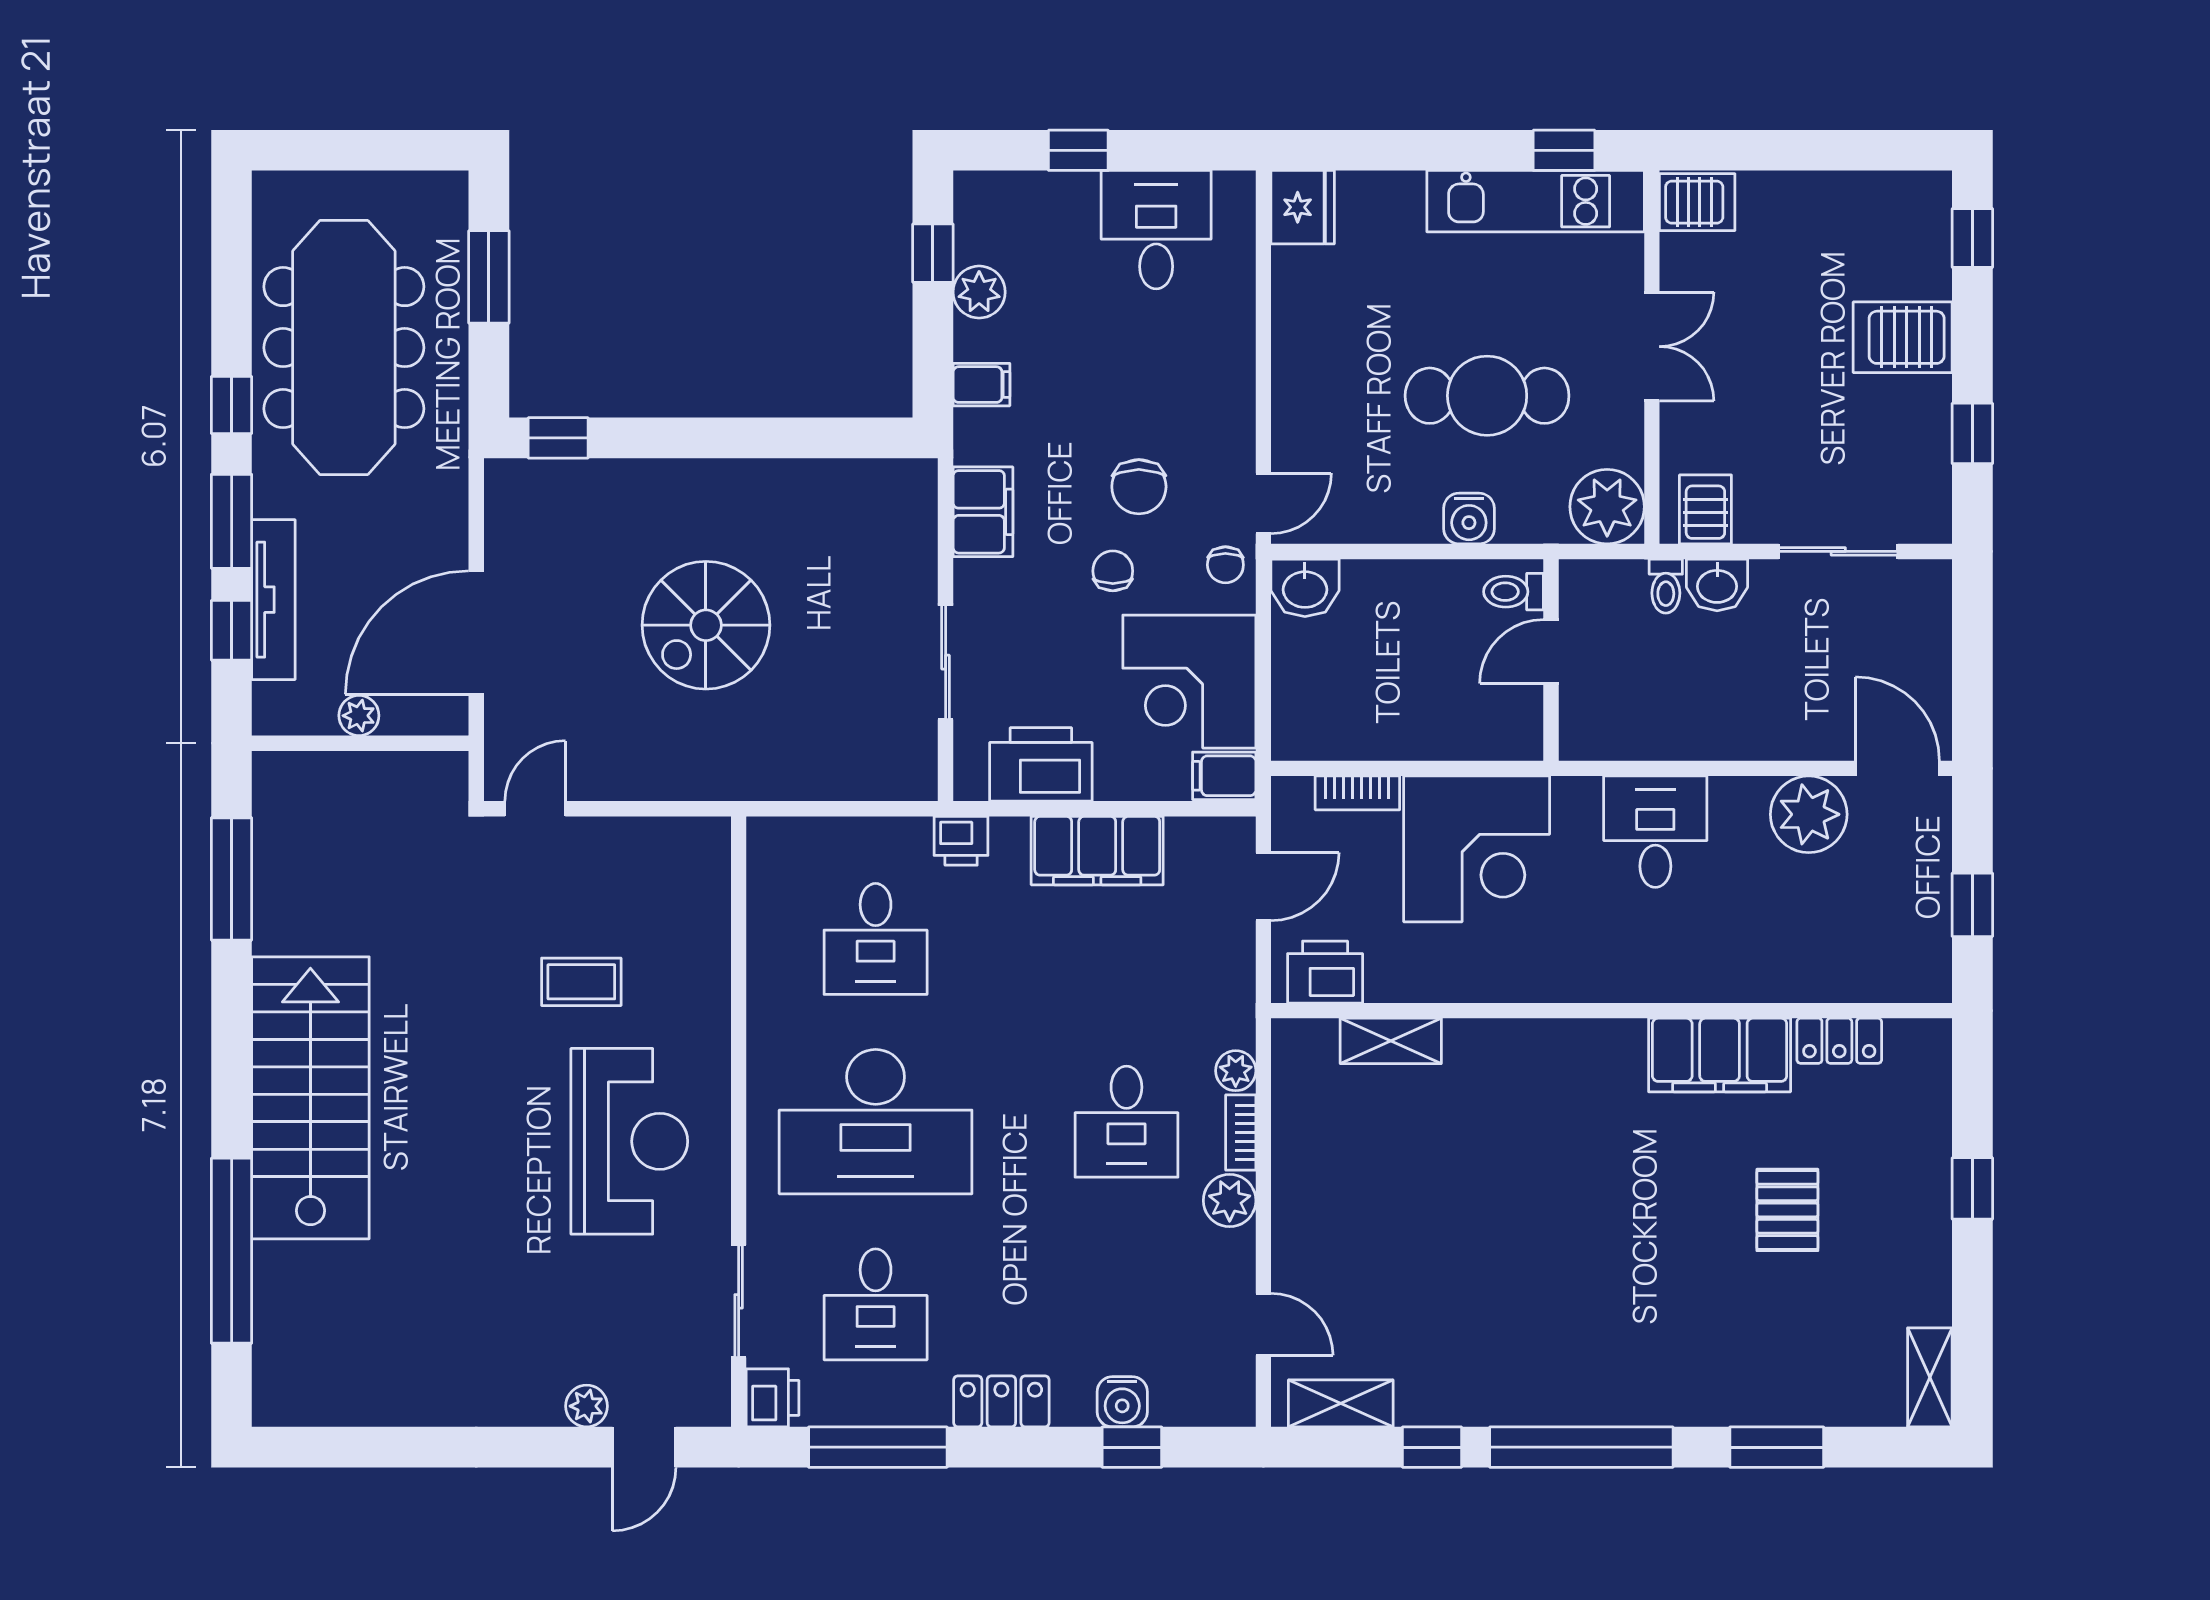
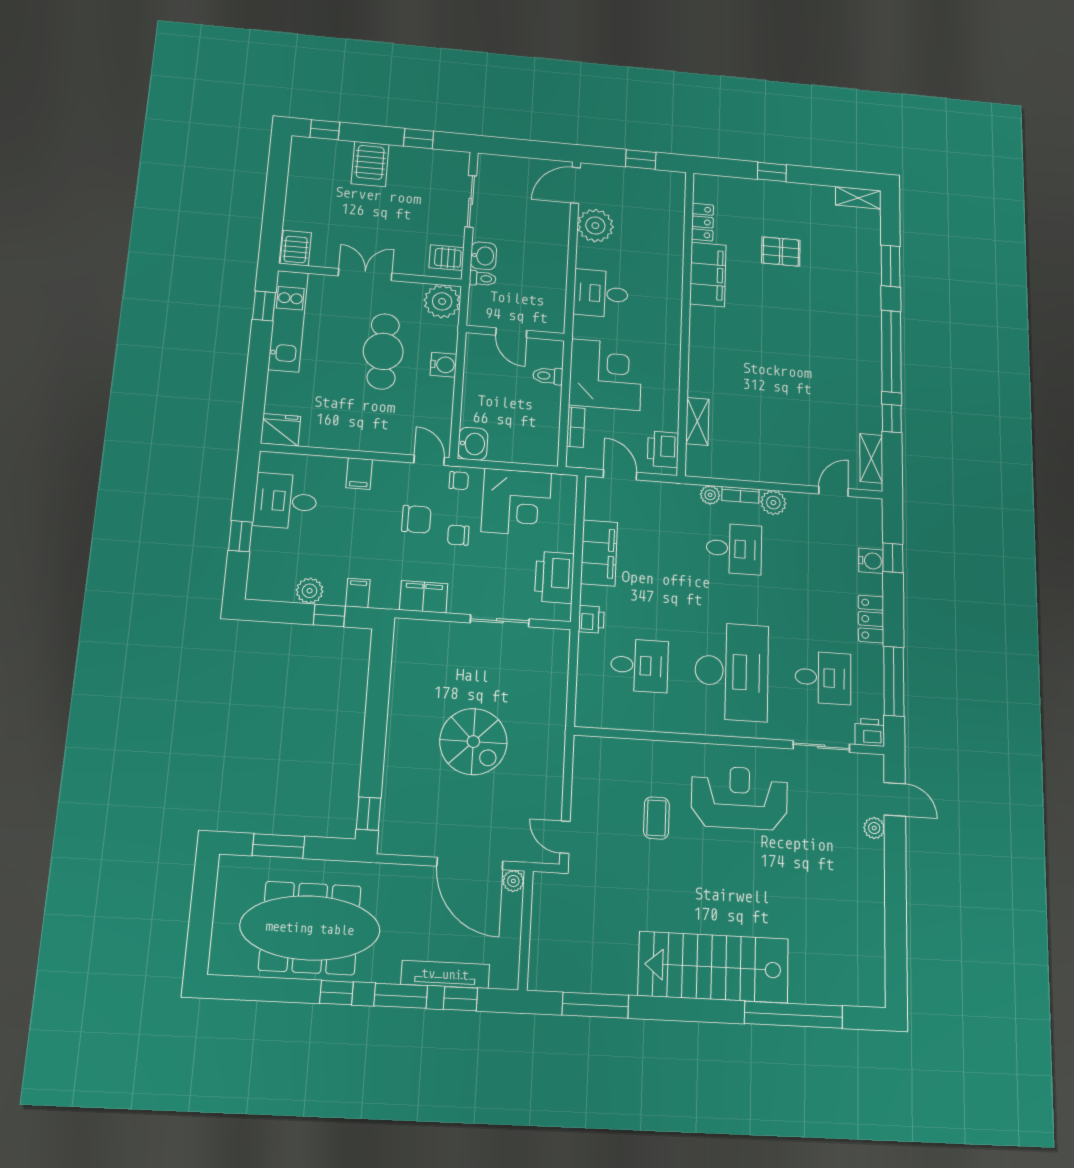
window: (933, 253) -> (329, 615), moved
toilet: (1514, 592) -> (548, 376), moved, turned 90
plant: (359, 716) -> (513, 881), moved
filing cabinet: (1224, 776) -> (359, 474), moved

